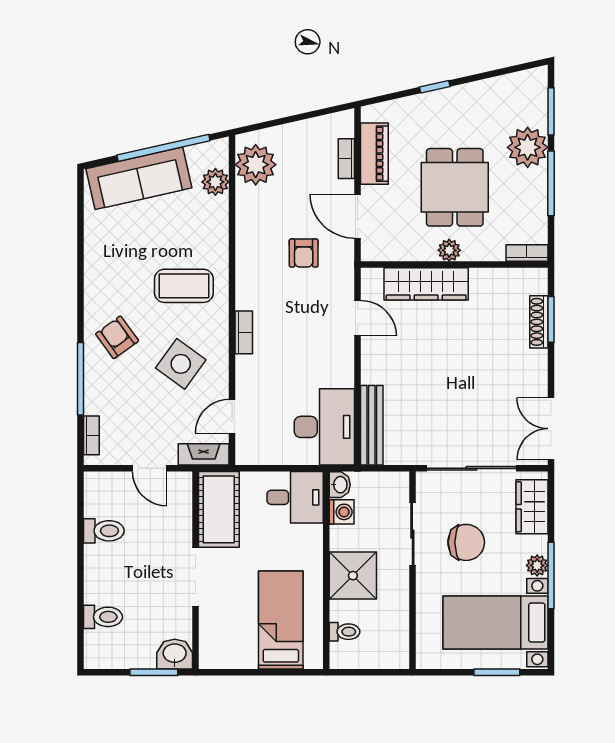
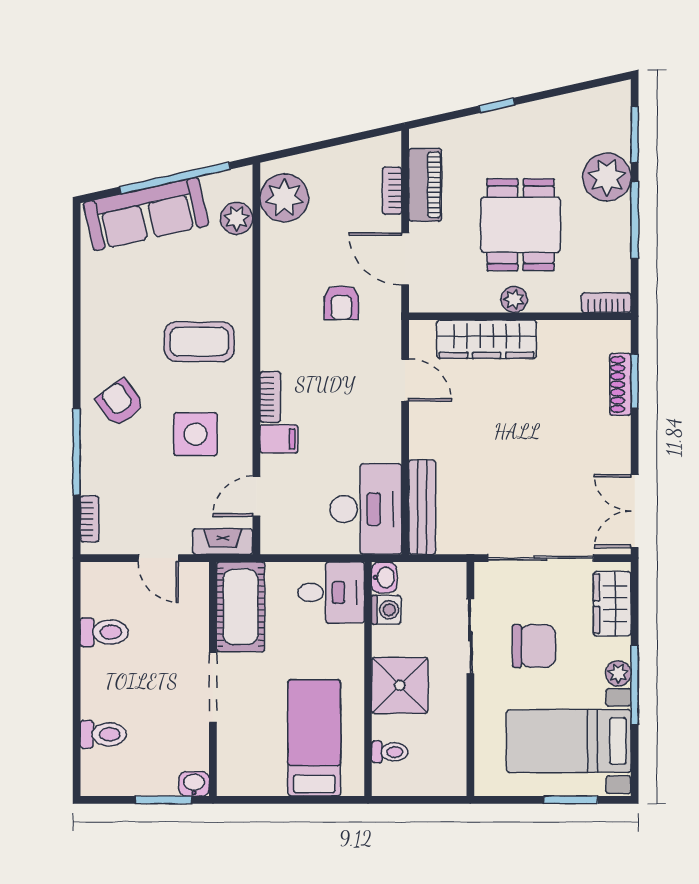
side table: (181, 364) -> (195, 434), turned -36
filing cabinet: (251, 368) -> (279, 439), added
washbasin: (175, 654) -> (194, 784), width x0.72, depth x0.69

